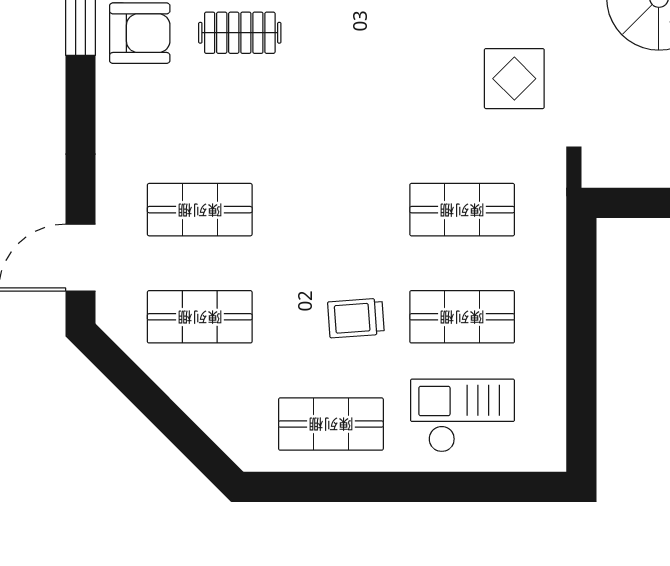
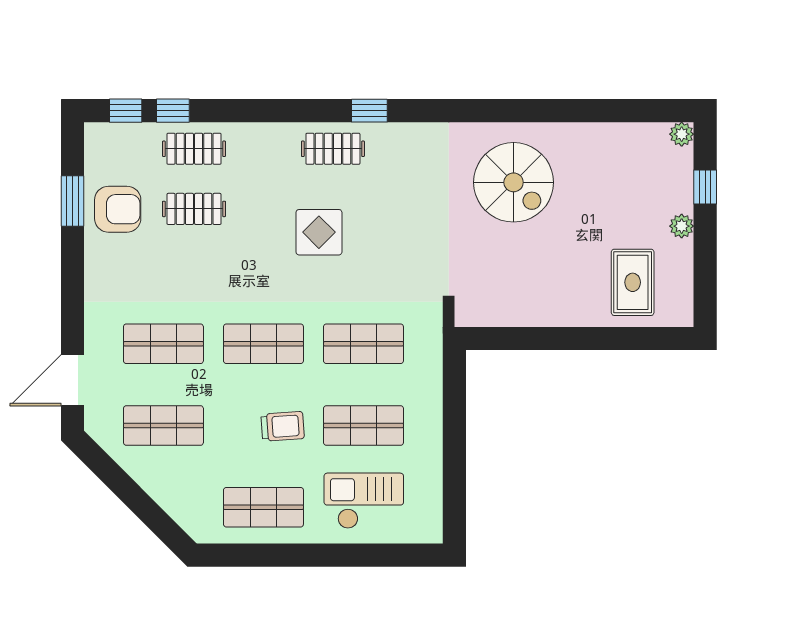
display table: (514, 79) -> (319, 232), moved
shop shelf: (331, 210) -> (263, 344), added
trolley: (356, 318) -> (283, 426), turned 180

